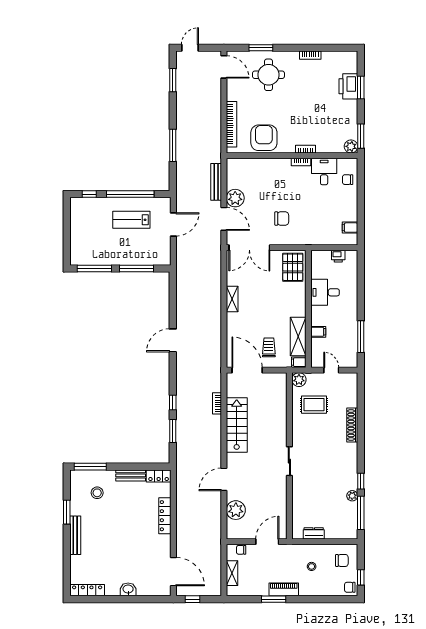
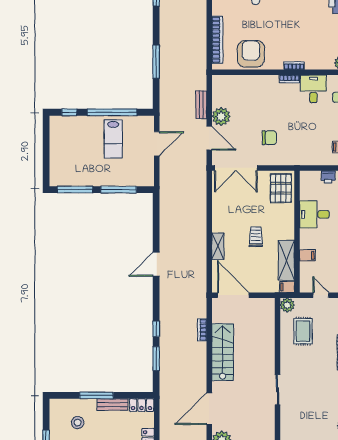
bench: (216, 182) -> (201, 105), width x0.73
lab bench: (131, 220) -> (113, 139), turned -90
shelving: (232, 299) -> (218, 246), moved
trolley: (269, 347) -> (256, 237), moved
rug: (314, 405) -> (303, 331), turned 90
window: (90, 467) -> (96, 395), moved
door: (224, 479) -> (209, 409), width x1.36

